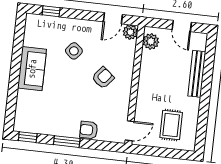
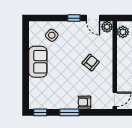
window: (51, 11) -> (74, 18), moved
door: (113, 18) -> (93, 18), hinge flipped
side table: (74, 51) -> (52, 35), moved

